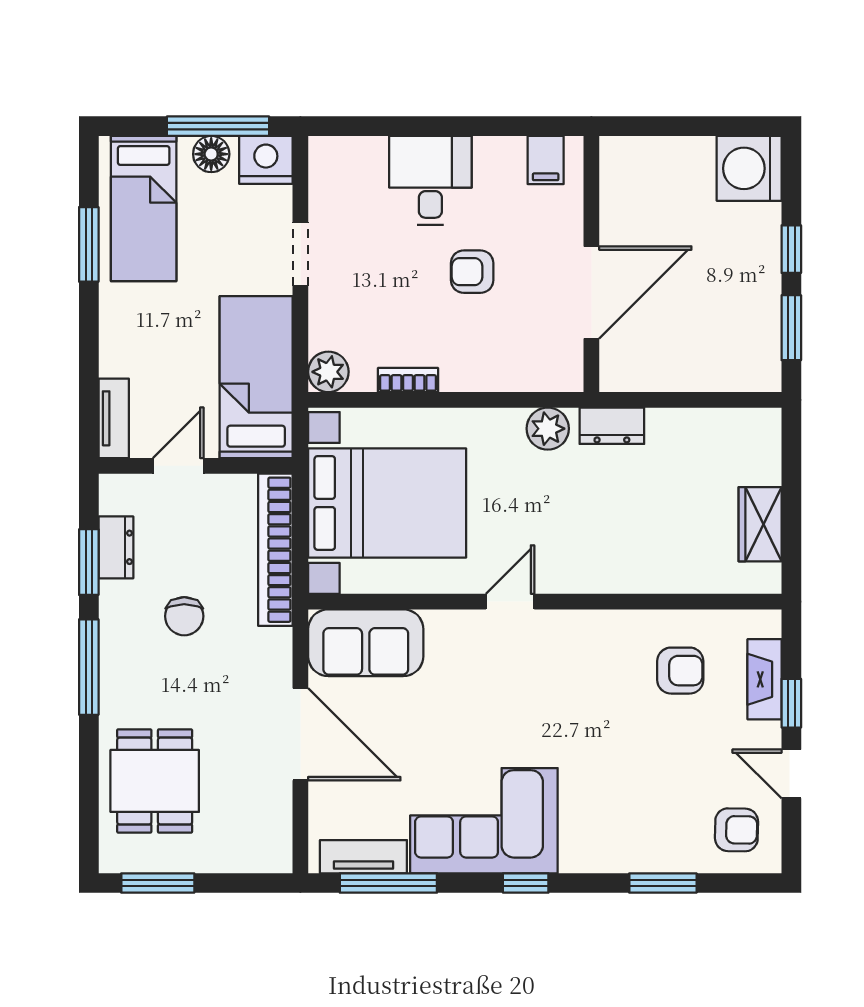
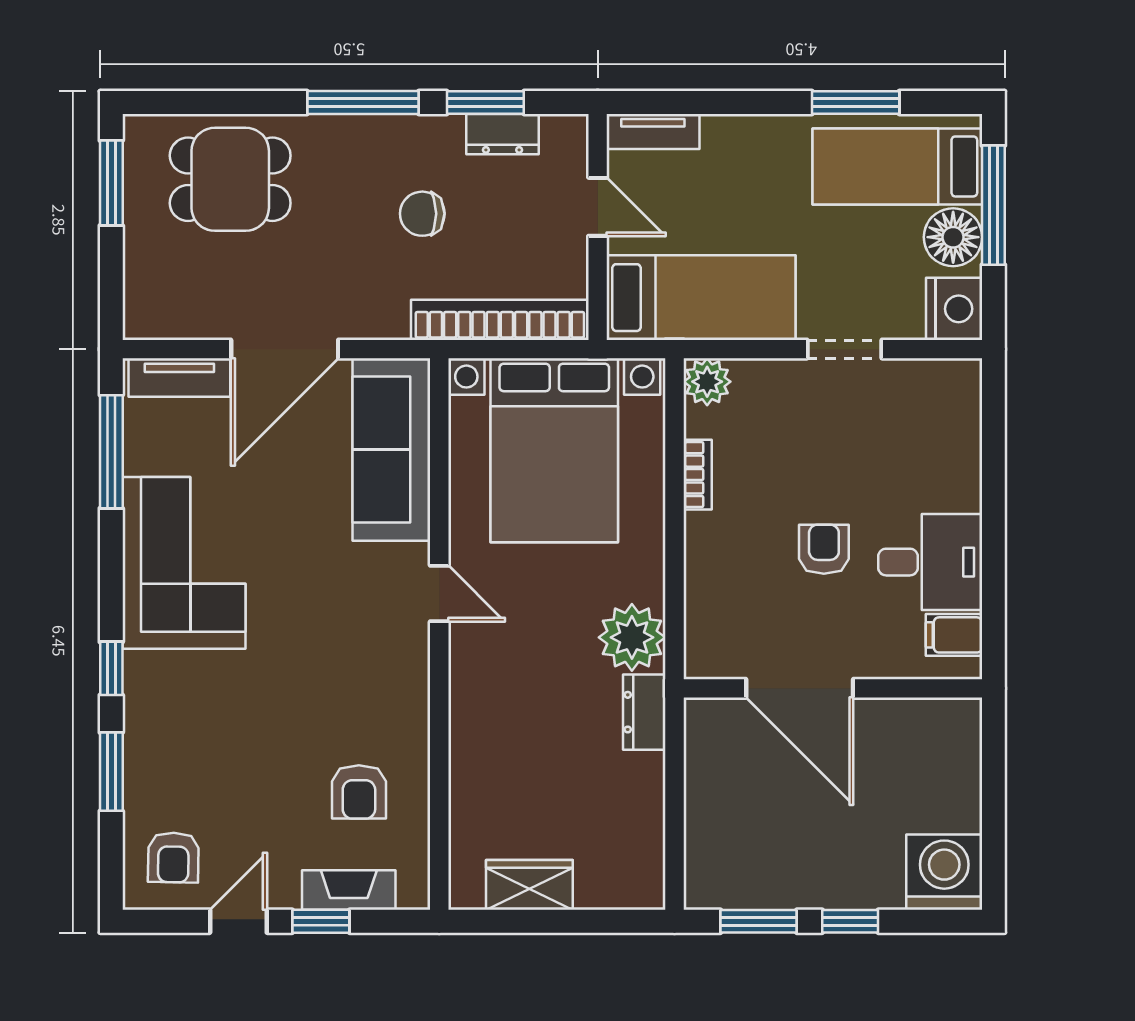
window: (218, 126) -> (993, 205), moved
floor lamp: (211, 154) -> (953, 237), width x1.38, depth x1.38
desk: (430, 180) -> (930, 562), moved
plant: (548, 429) -> (632, 637), width x1.36, depth x1.36
sofa: (366, 643) -> (391, 450), width x1.36
tv unit: (363, 857) -> (179, 377), moved, turned 90
window: (526, 883) -> (111, 668), moved

